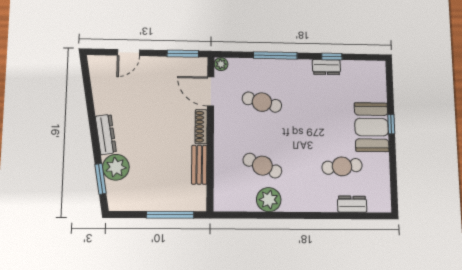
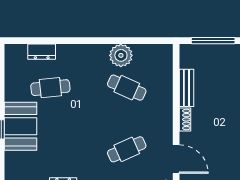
cafe table: (262, 102) -> (127, 149), turned -39
shoe rack: (201, 127) -> (185, 119), width x0.70

